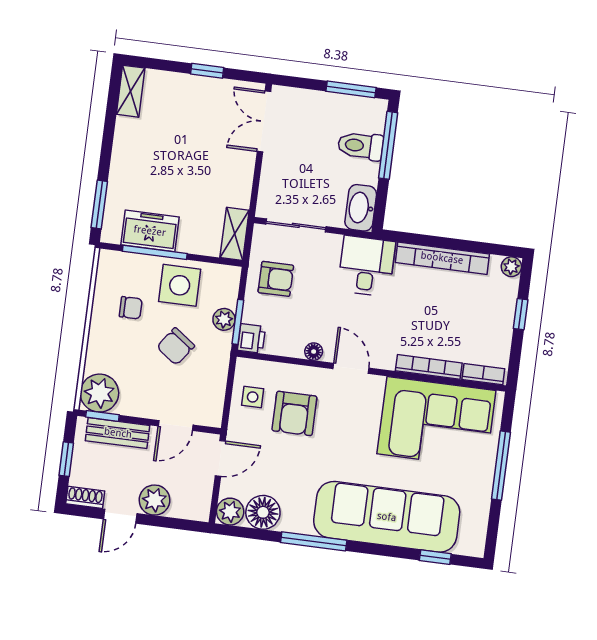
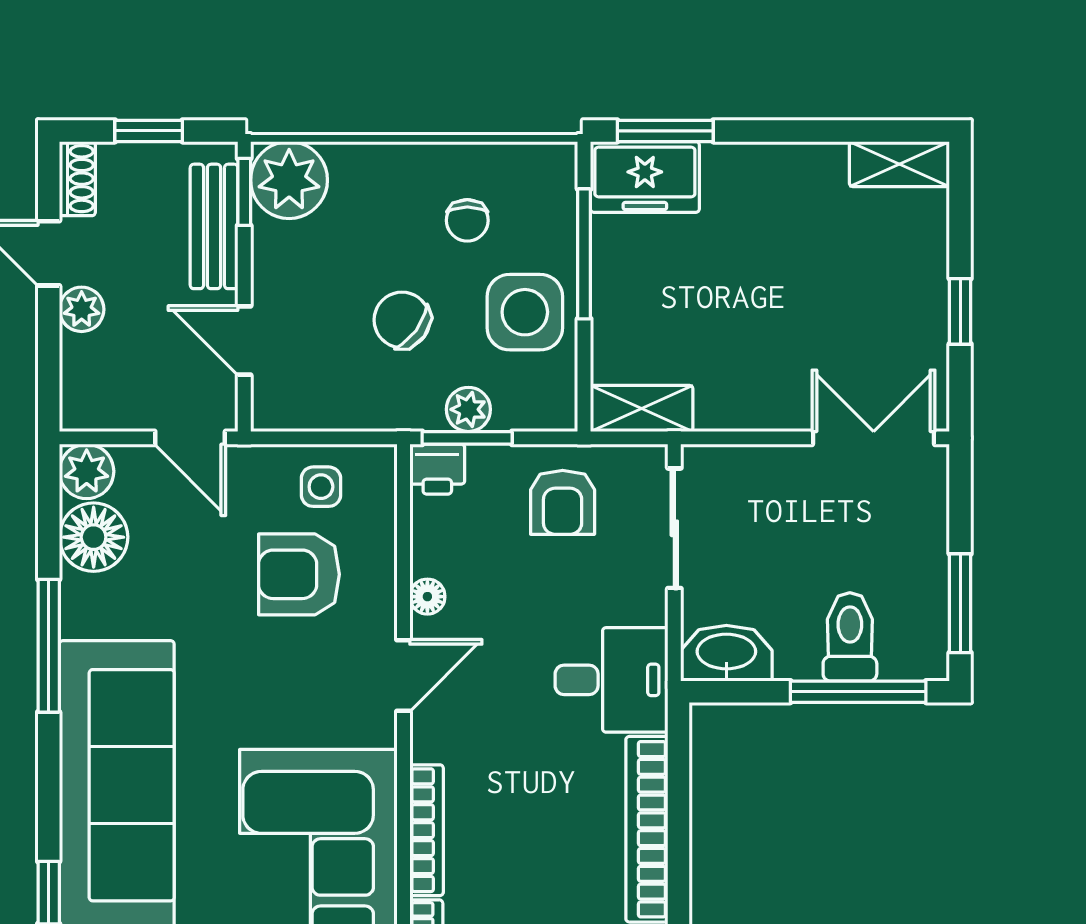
freezer: (150, 231) -> (645, 177), moved, turned 90
plant: (155, 500) -> (82, 309), width x0.73, depth x0.73

